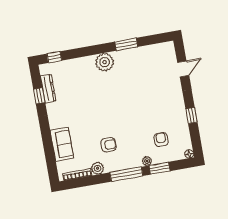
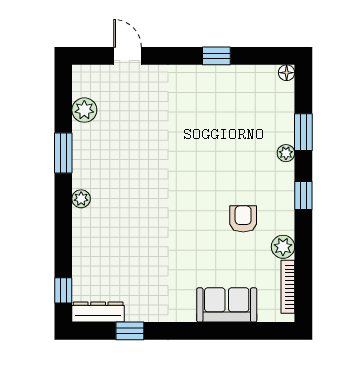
plant: (151, 51) -> (84, 110), added
plant: (105, 62) -> (81, 199), width x0.53, depth x0.53
dresser: (48, 88) -> (98, 312), moved
armchair: (161, 140) -> (251, 120), removed
window: (126, 174) -> (303, 196), width x0.46

